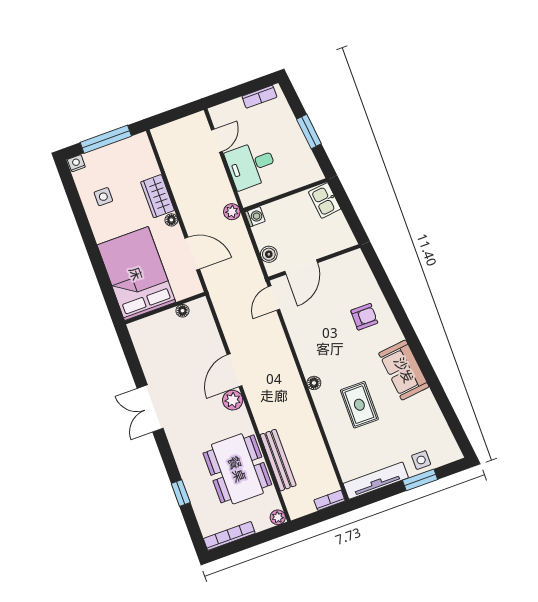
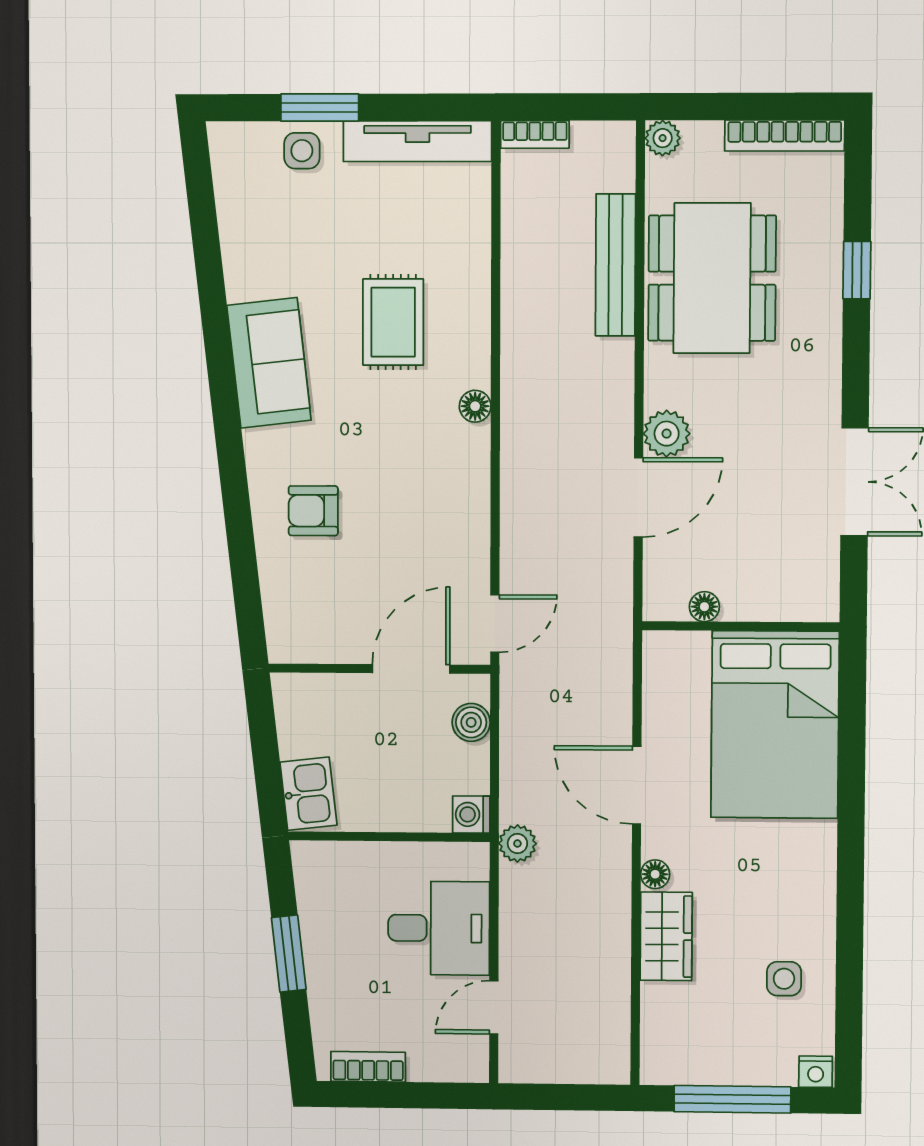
bed: (136, 274) -> (775, 725), moved
wall: (165, 308) -> (741, 626), moved
floor lamp: (182, 311) -> (704, 607), moved

